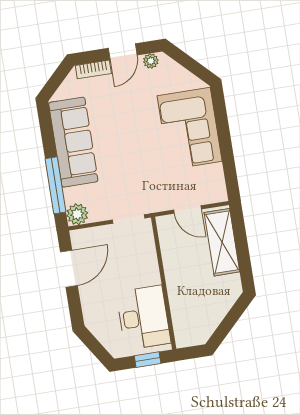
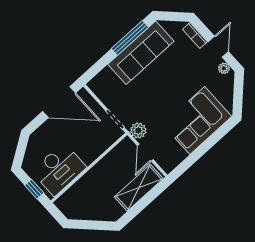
door: (123, 52) -> (218, 47), swing flipped
window: (56, 185) -> (130, 38), moved
plant: (77, 214) -> (138, 130), moved
door: (69, 269) -> (59, 102), width x1.36

